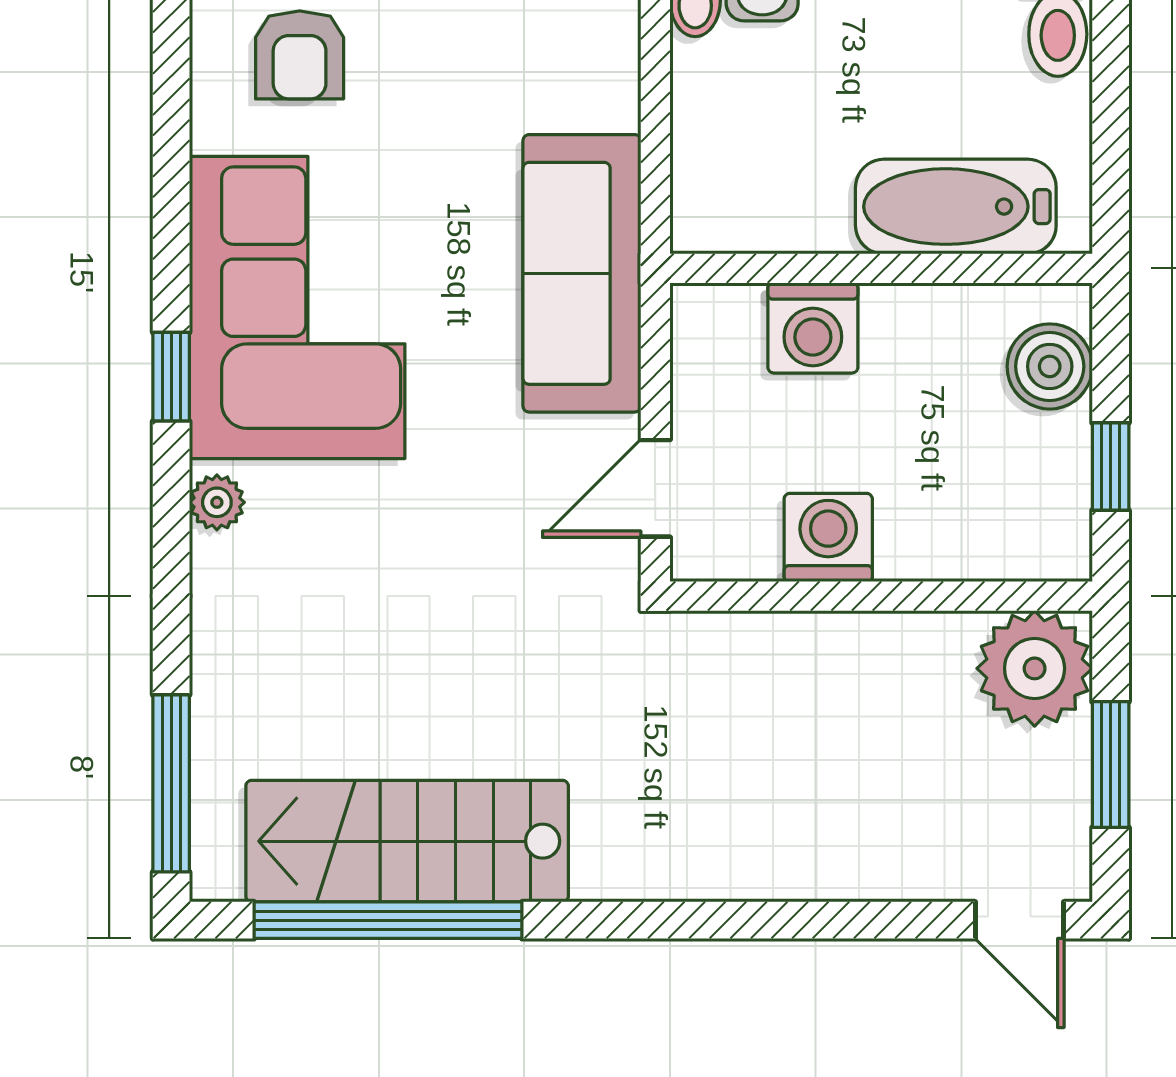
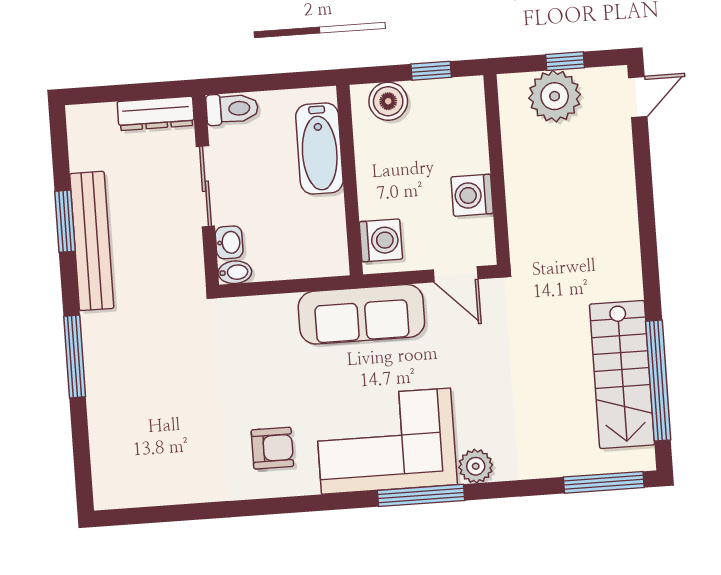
washing machine: (813, 328) -> (381, 240), moved
window: (171, 377) -> (421, 495), width x2.17
plant: (217, 502) -> (476, 466), width x1.38, depth x1.38
plant: (1035, 668) -> (555, 96), moved
window: (1111, 765) -> (565, 61), width x0.67

